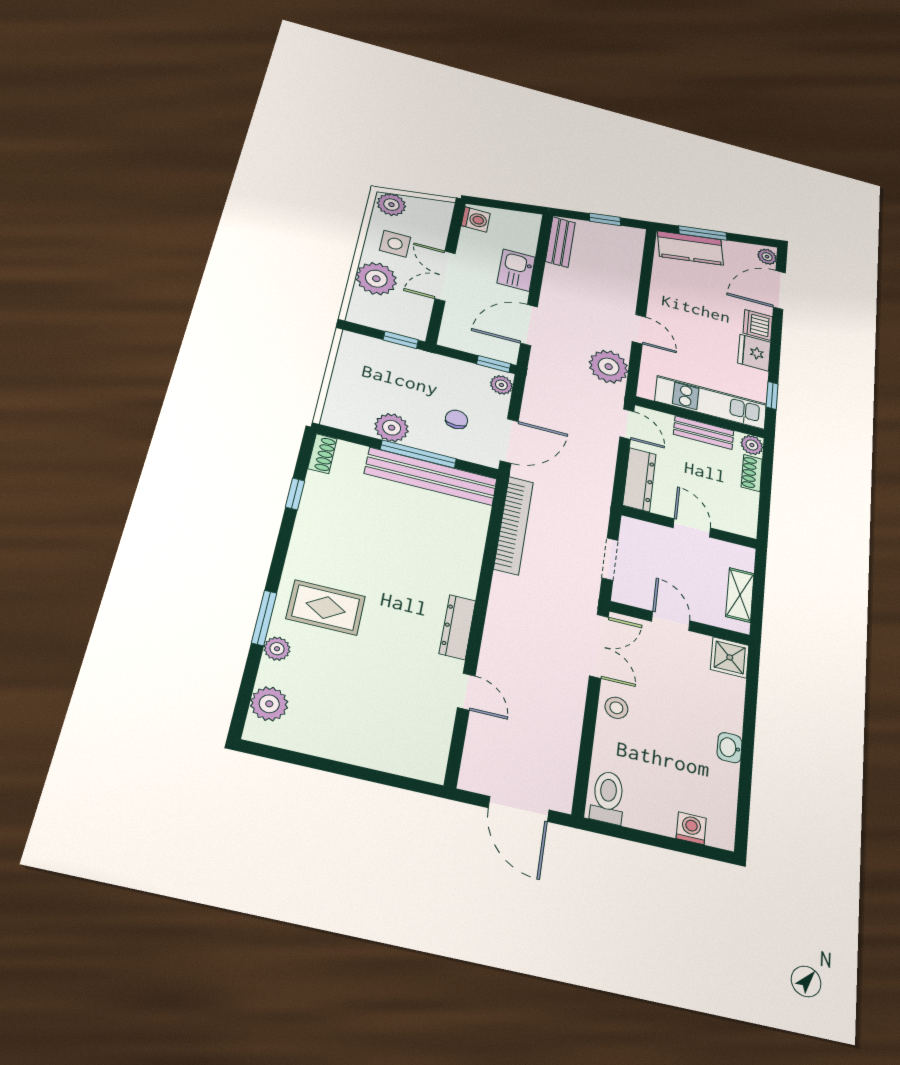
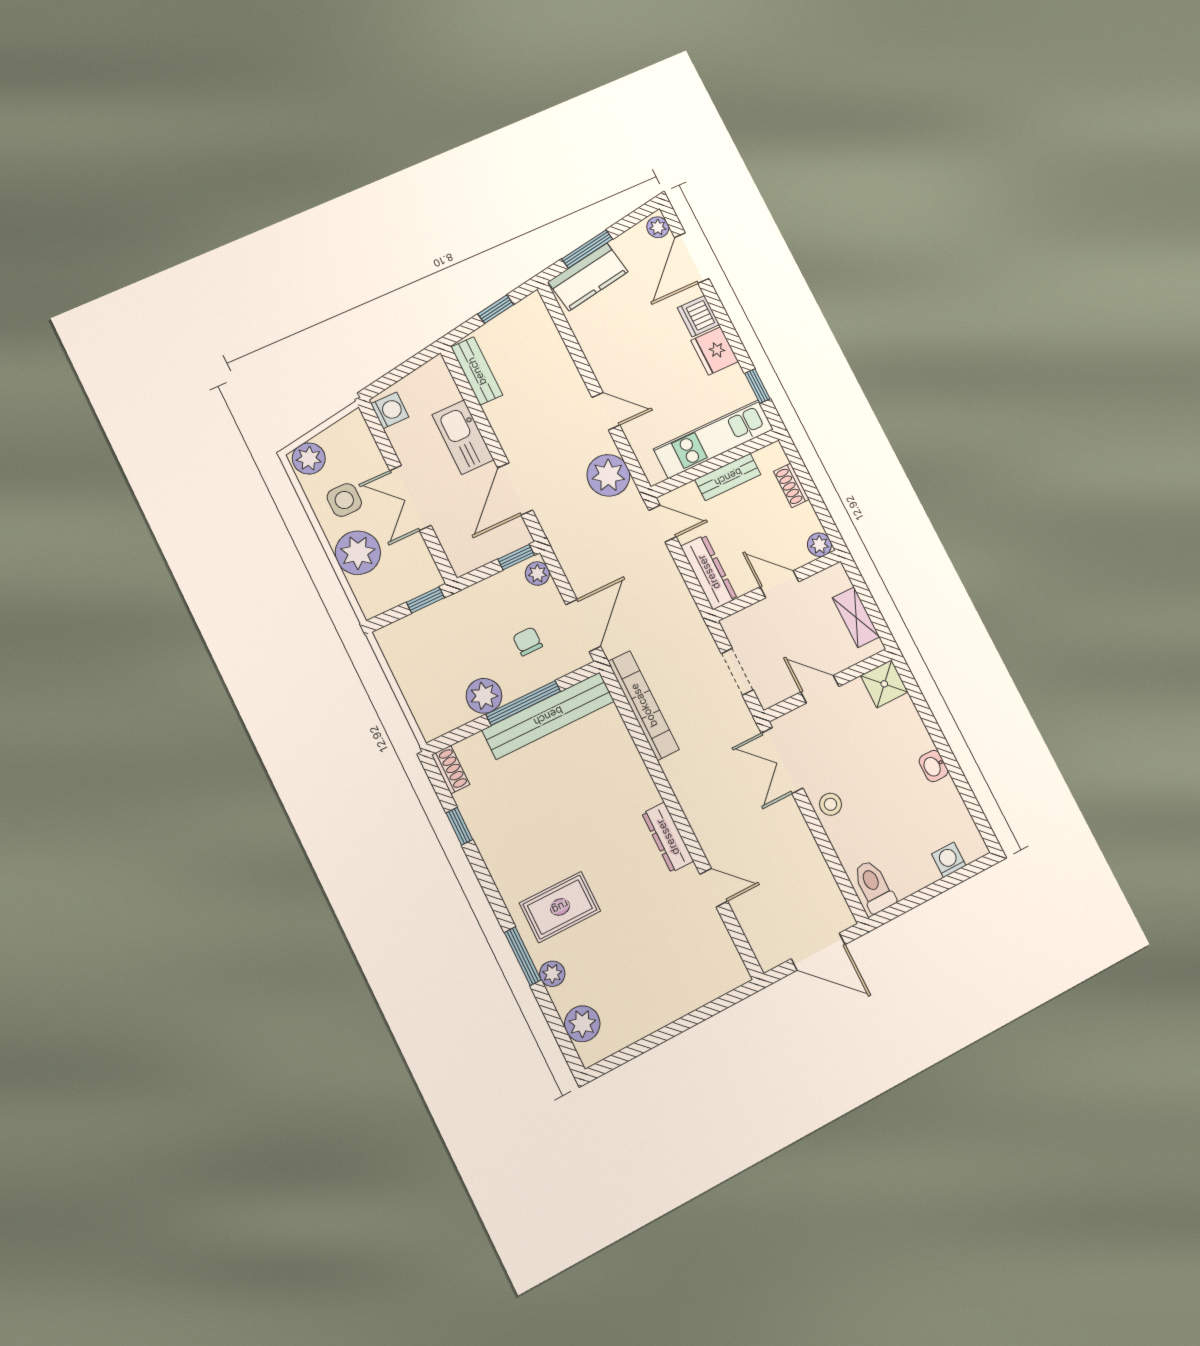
kitchen sink: (516, 270) -> (463, 437), width x1.38
plant: (752, 445) -> (819, 545), moved
double door: (599, 646) -> (782, 761), swing flipped

